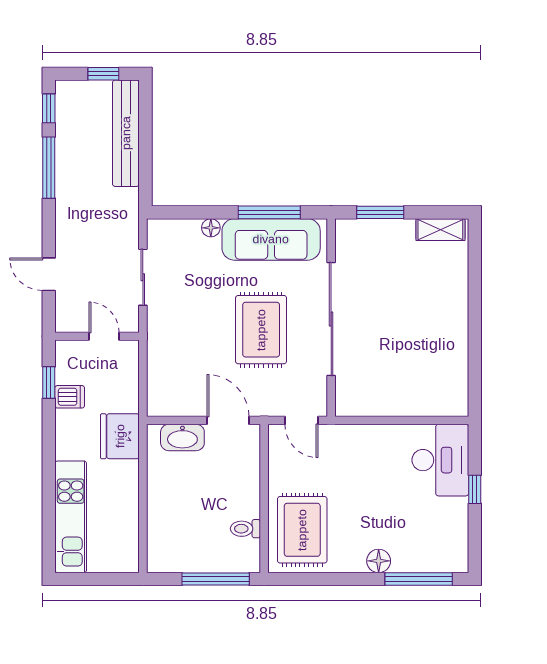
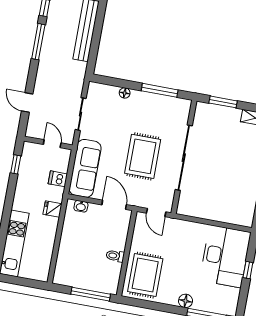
sofa: (271, 239) -> (85, 168), moved, turned -90
dishwasher: (70, 397) -> (58, 179), moved, turned 180
fridge: (120, 436) -> (52, 209), width x0.53, depth x0.75
washbasin: (182, 437) -> (81, 206), width x0.52, depth x0.69
desk: (440, 460) -> (225, 256), width x1.36, depth x1.30
toilet: (245, 529) -> (115, 256), moved

